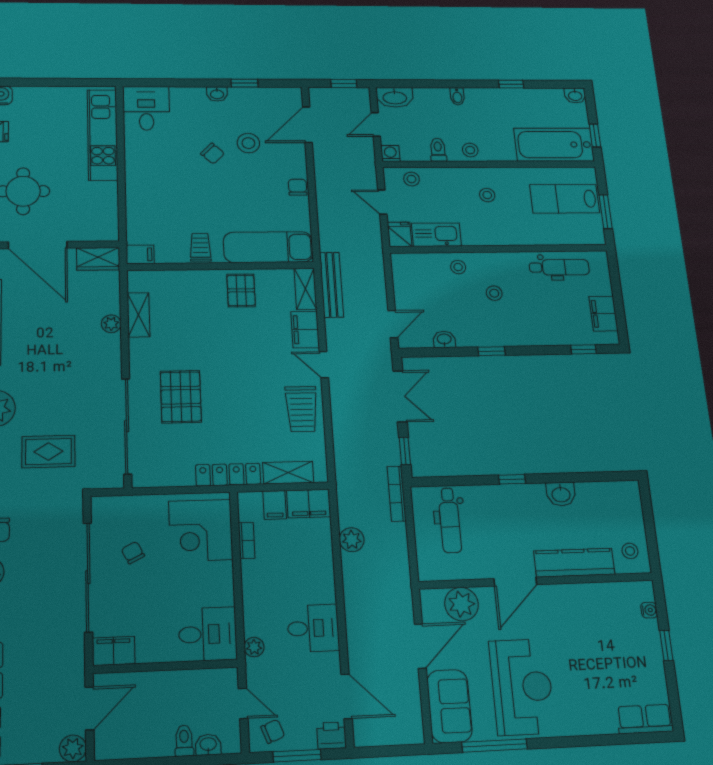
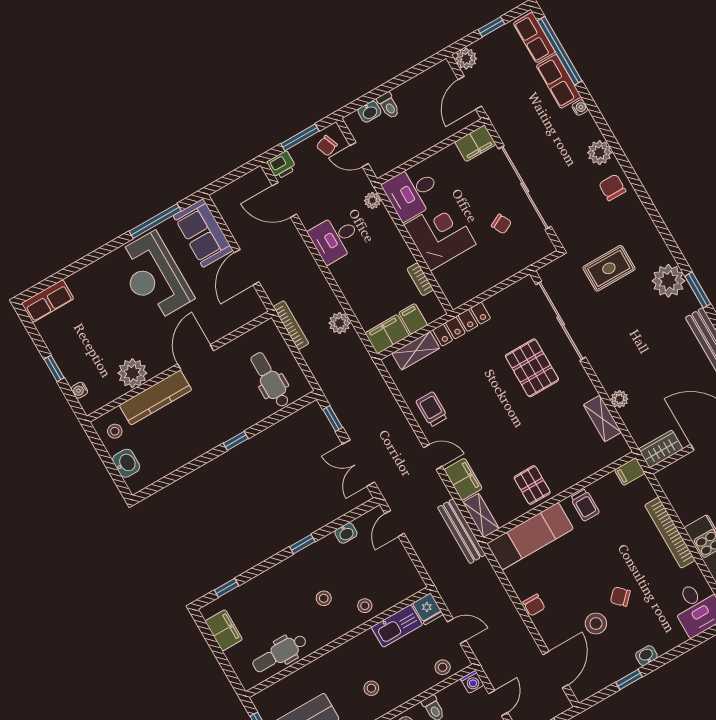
bookcase: (134, 183) -> (670, 533), added
trolley: (302, 409) -> (432, 409), width x0.73, depth x0.72
bookcase: (397, 494) -> (291, 325), moved
washbasin: (561, 494) -> (126, 463), moved, turned 90
corner desk: (201, 530) -> (440, 235), moved
plant: (461, 604) -> (132, 373), moved

